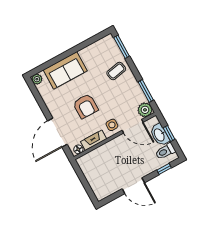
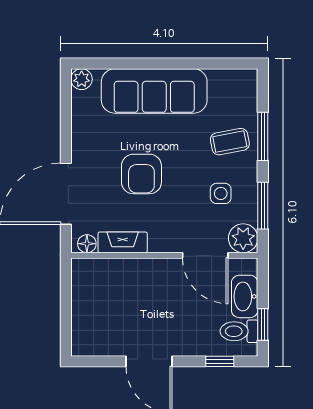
window: (122, 47) -> (263, 136), moved
sofa: (65, 70) -> (154, 91), width x1.36
side table: (112, 125) -> (221, 193), moved
window: (169, 134) -> (263, 324), moved

